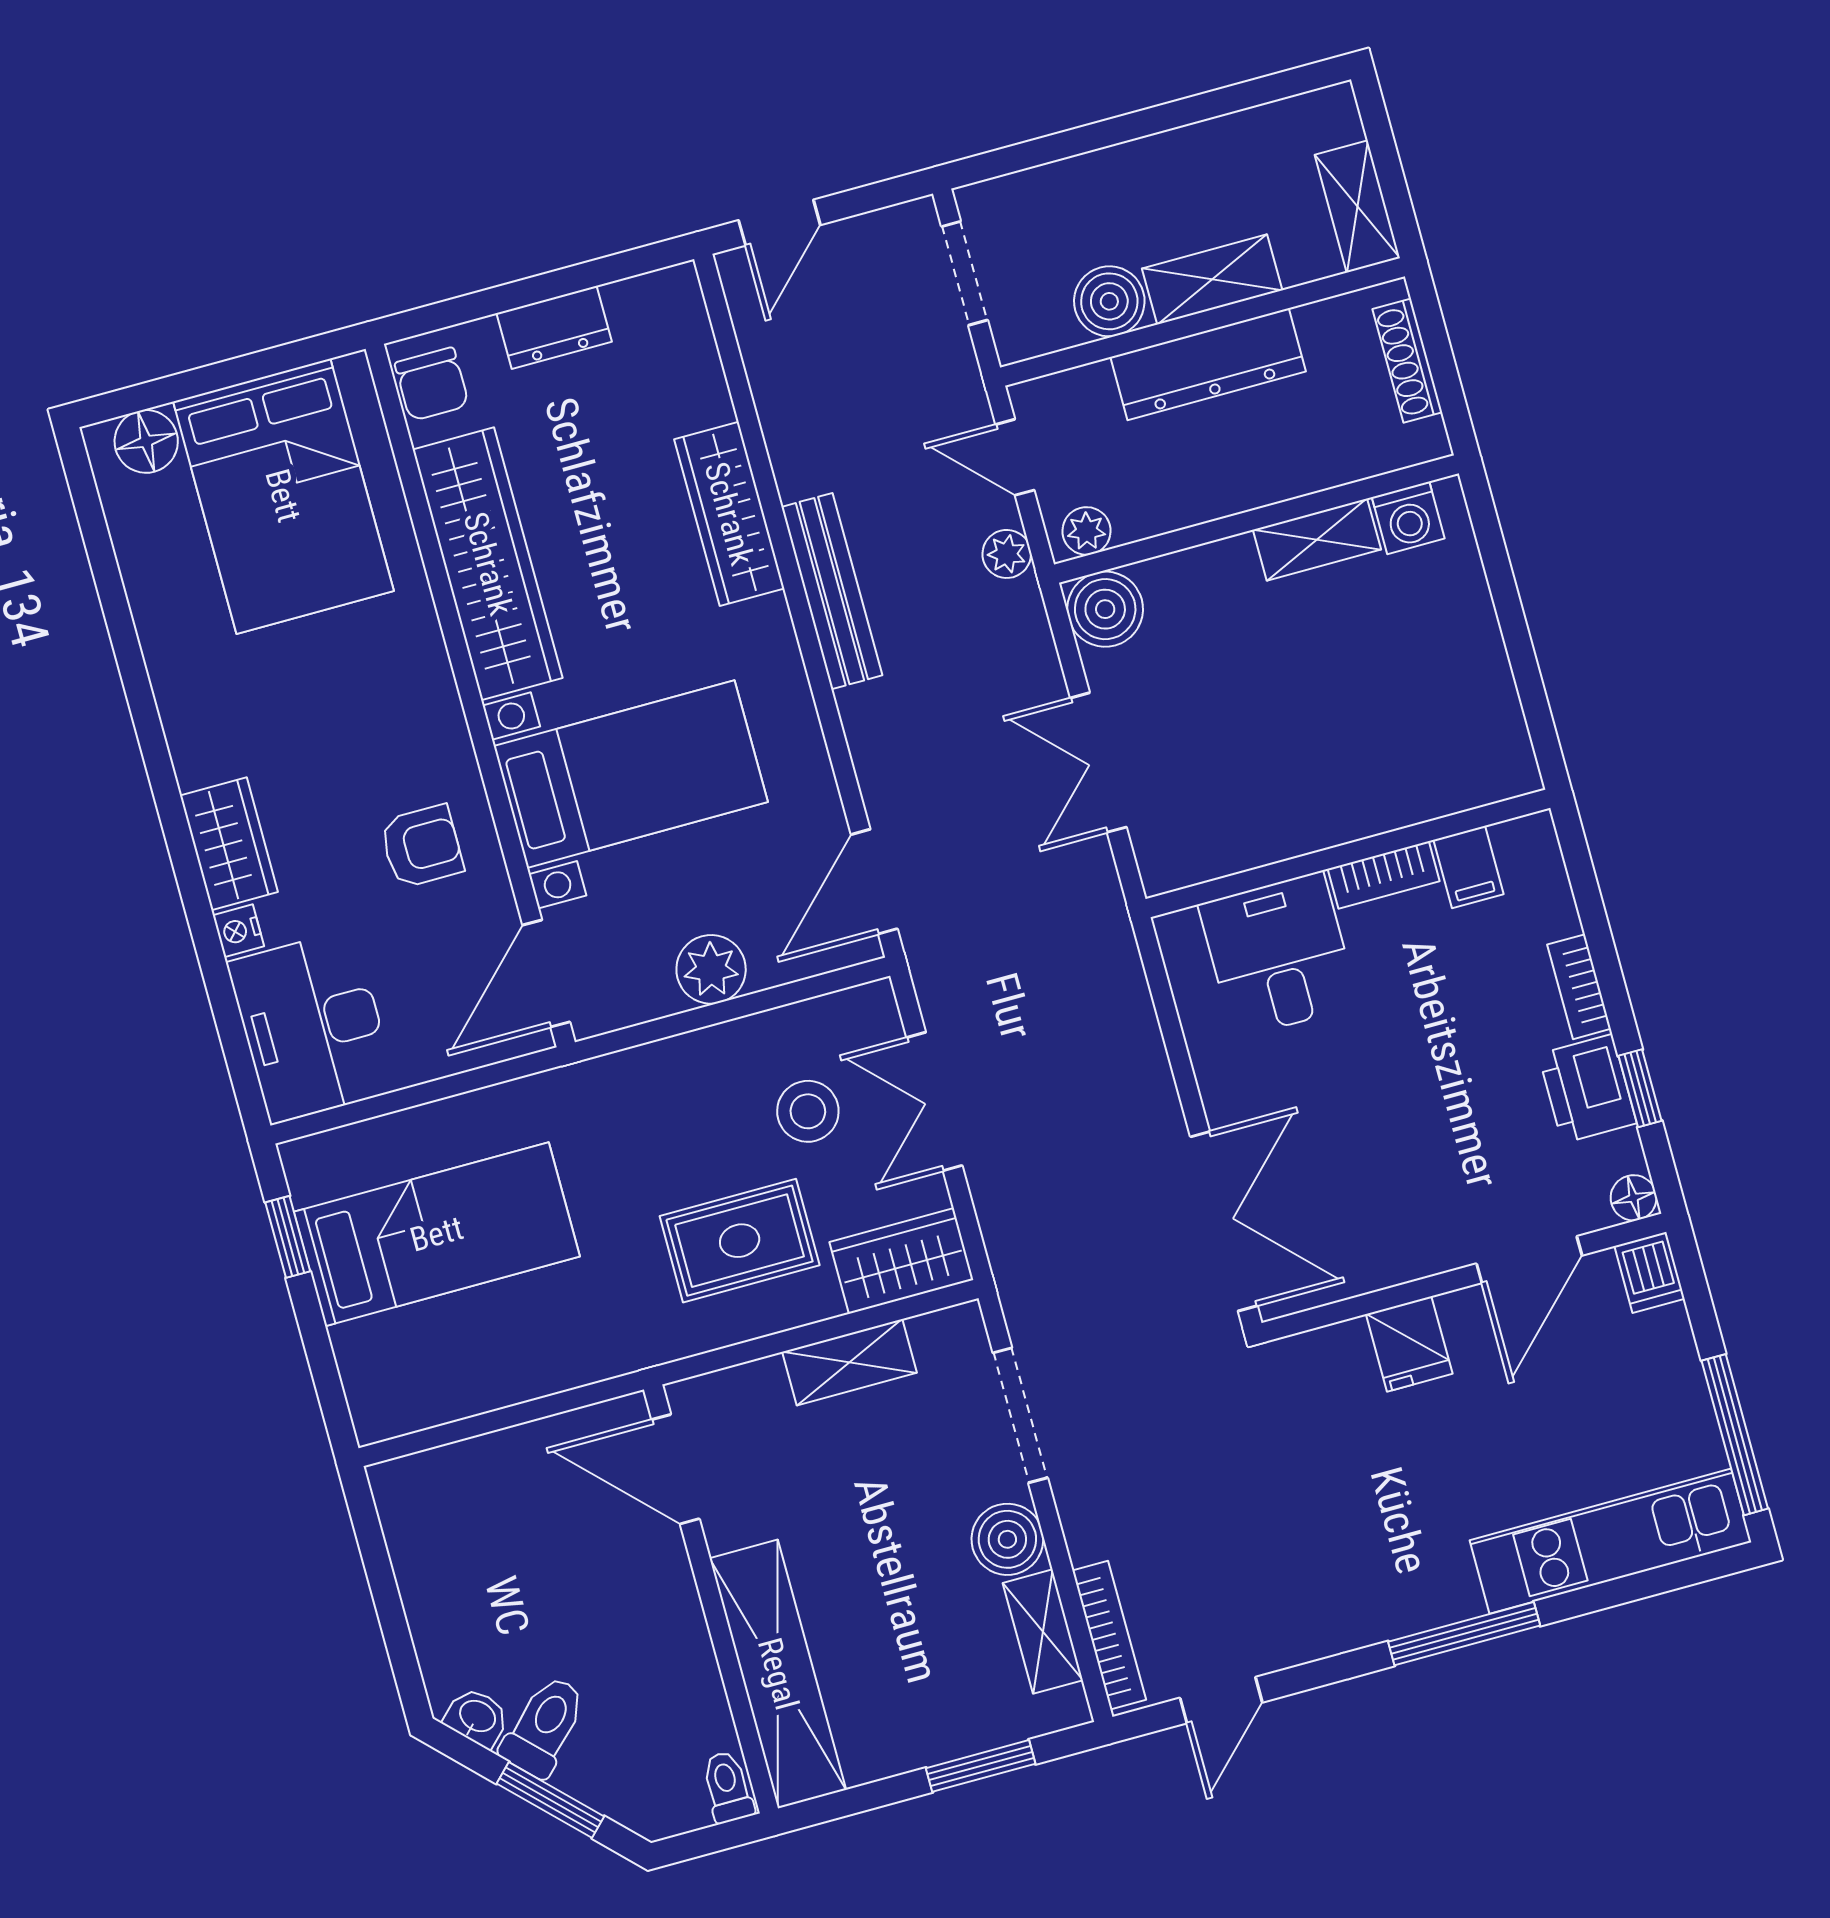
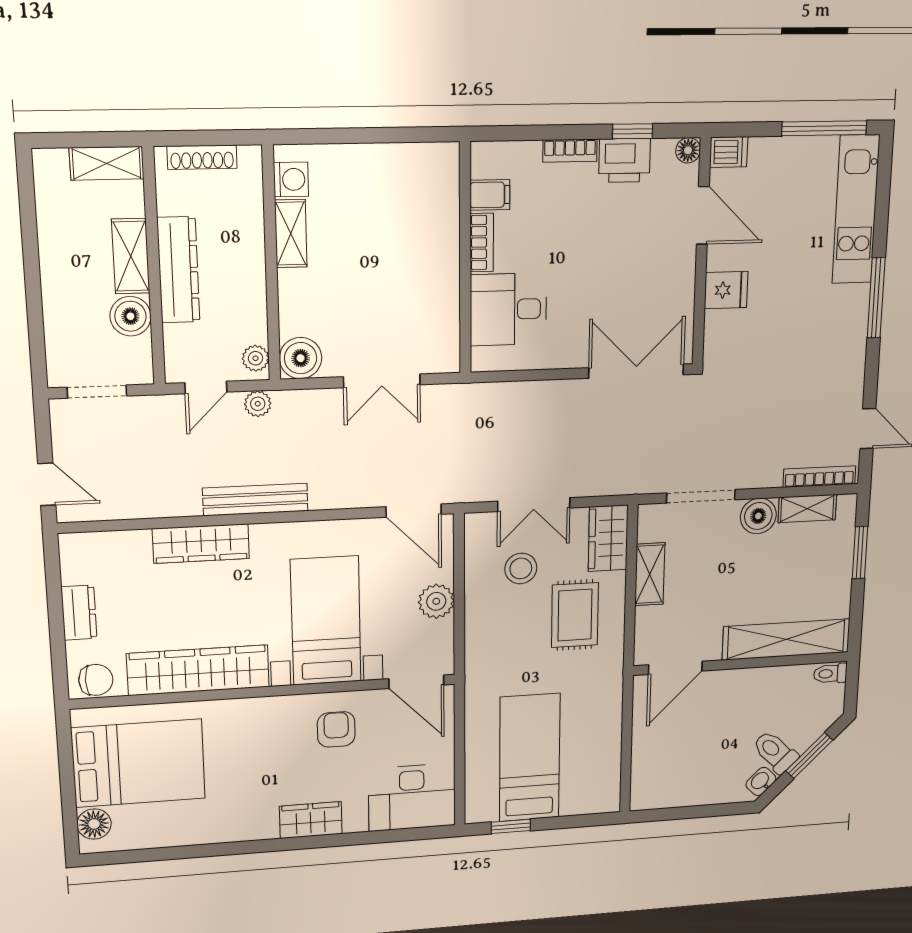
nightstand: (238, 931) -> (355, 823), removed

